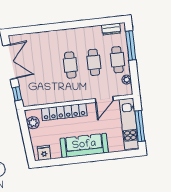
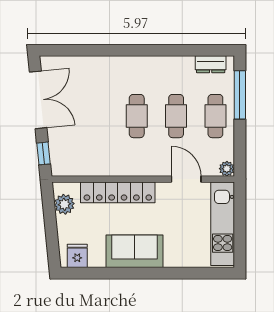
plant: (127, 80) -> (227, 169), moved
door: (104, 99) -> (186, 179), swing flipped
window: (140, 126) -> (240, 229), removed
sofa: (84, 145) -> (134, 251), width x0.73

